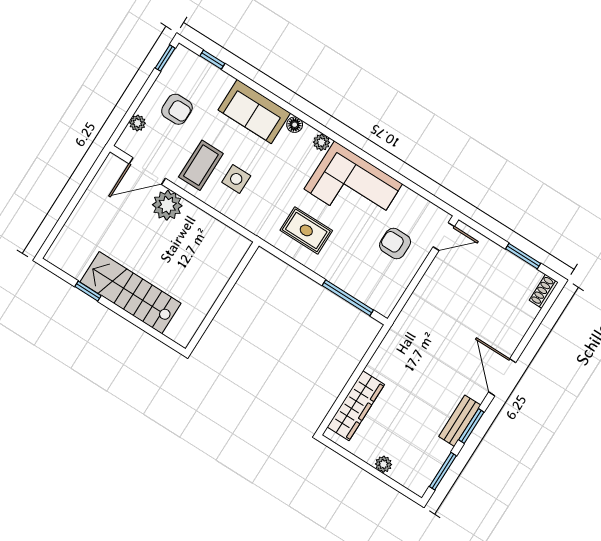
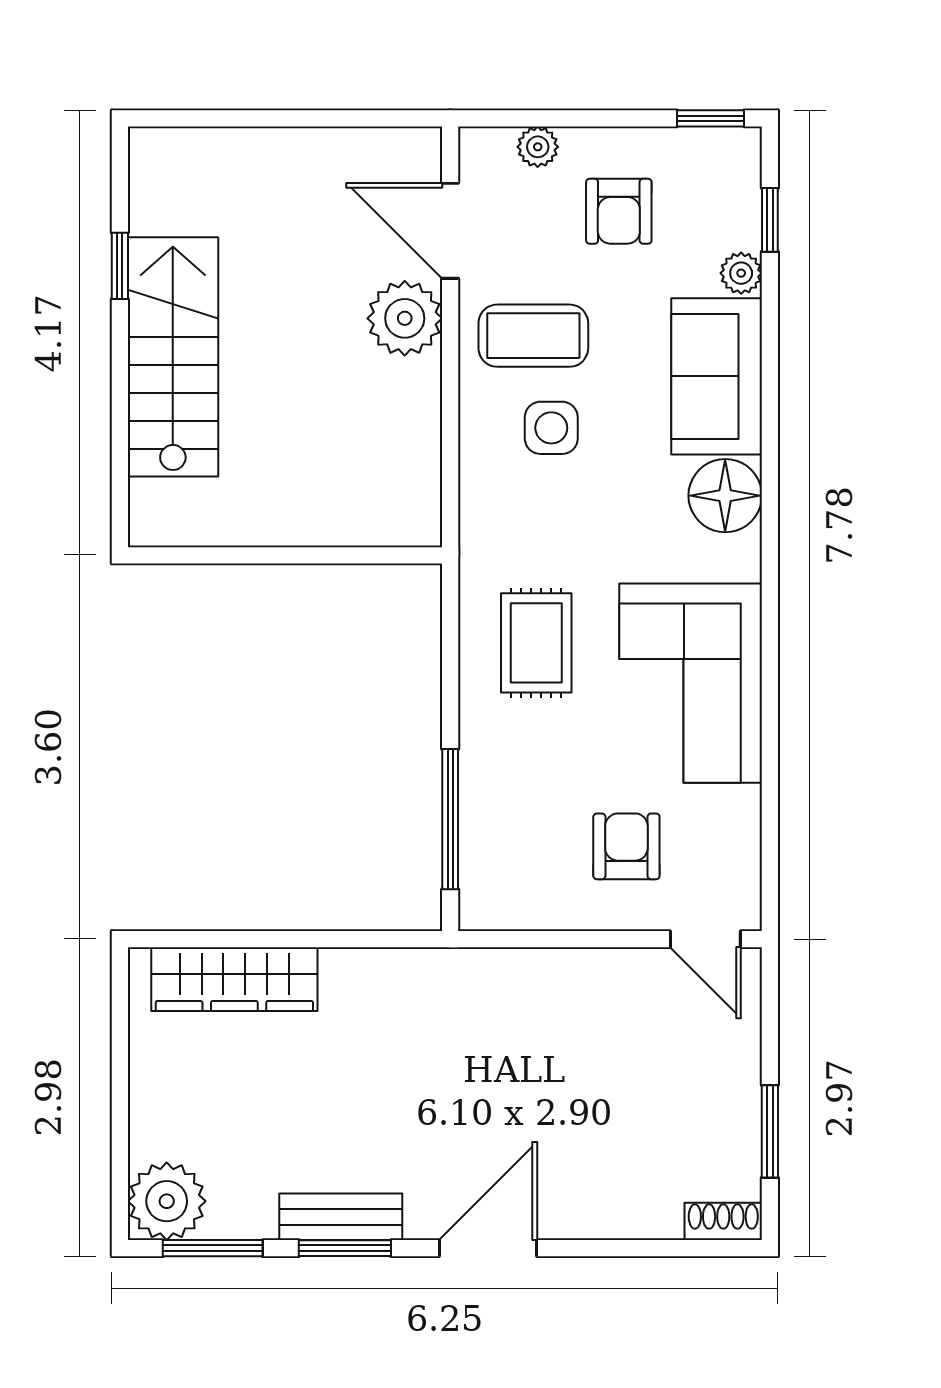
floor lamp: (295, 125) -> (725, 496), width x1.89, depth x1.89
plant: (322, 142) -> (741, 273), moved
plant: (383, 464) -> (167, 1201), moved, width x1.88, depth x1.88

